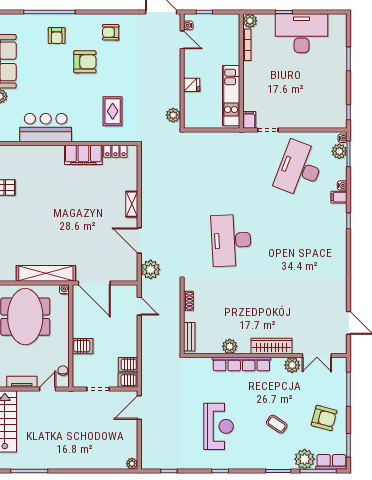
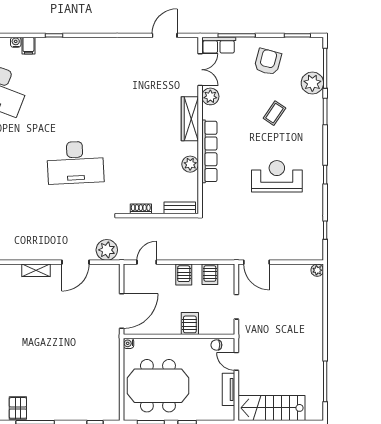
shelving: (46, 273) -> (111, 363), removed
server rack: (128, 380) -> (184, 275), moved
row of seats: (331, 462) -> (219, 45), moved, turned -90

